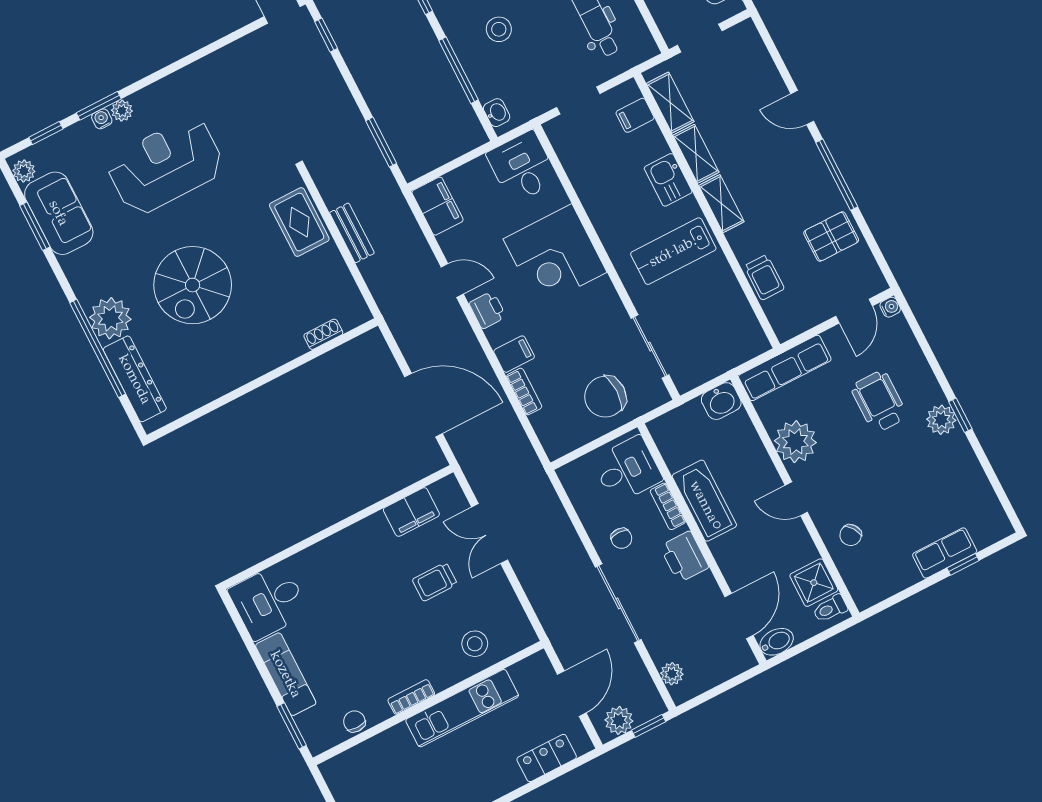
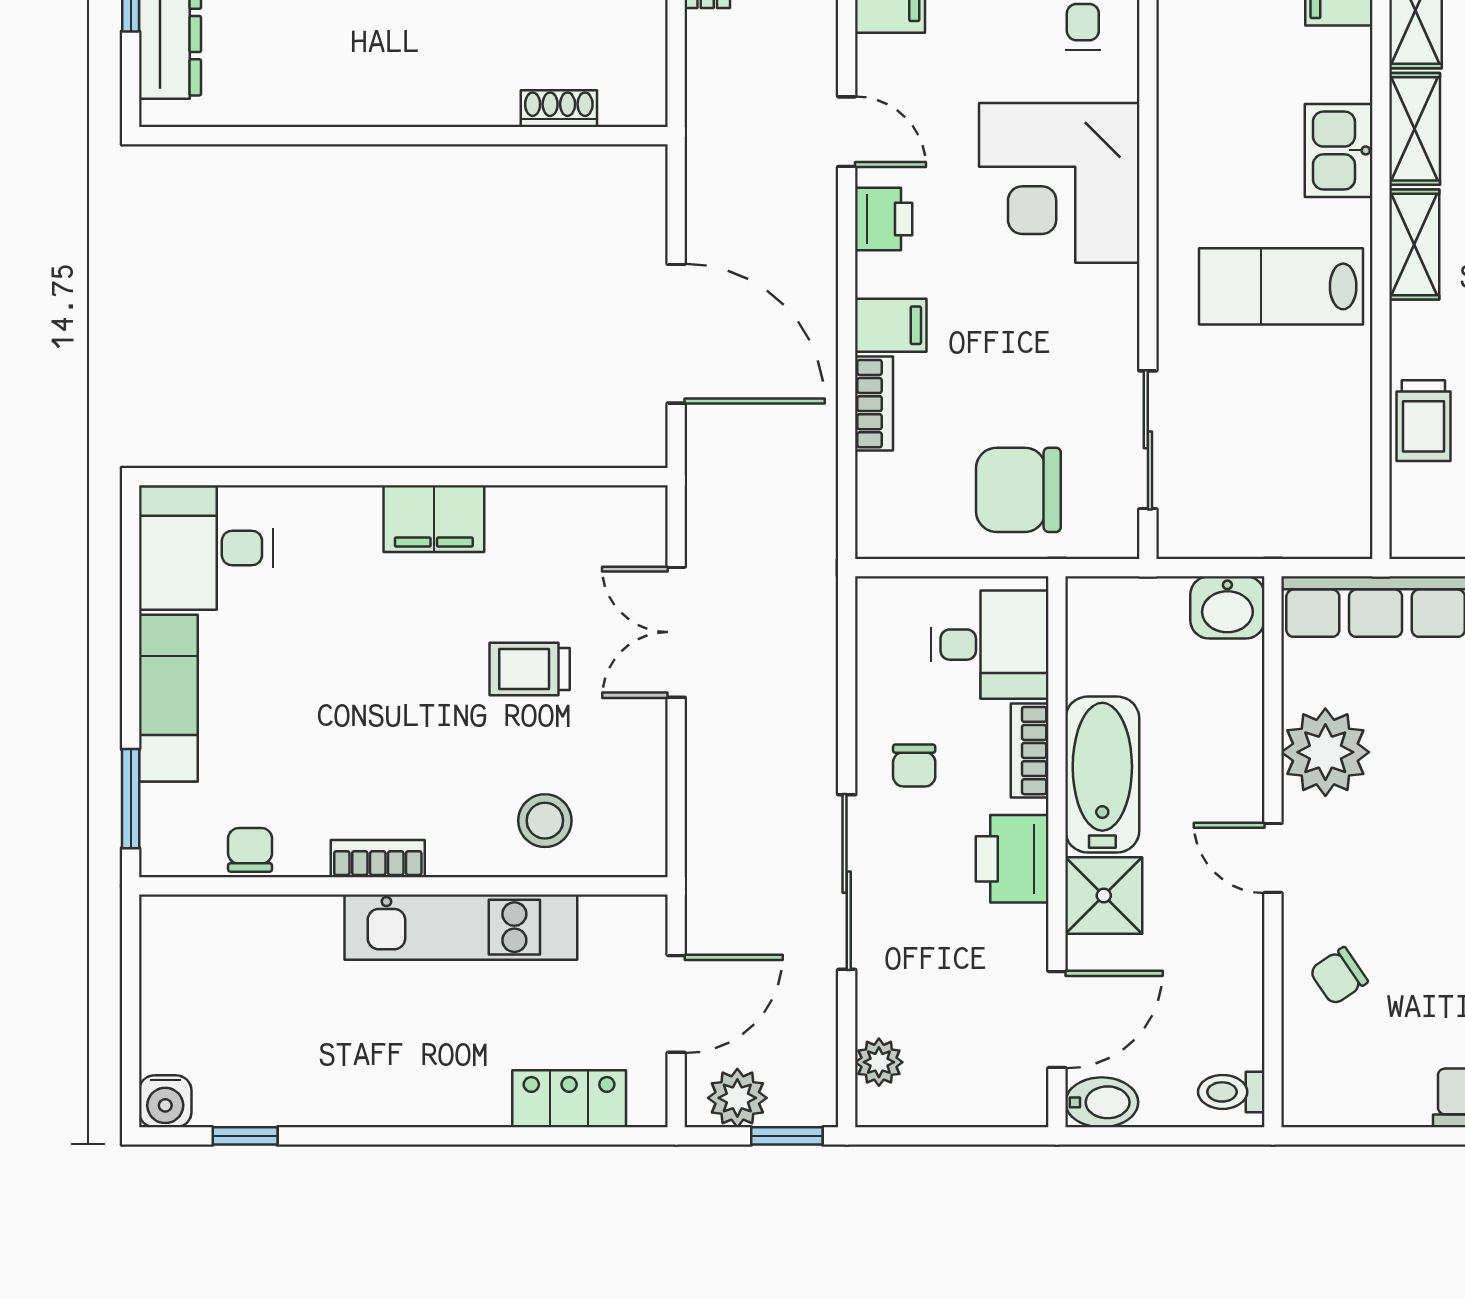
filing cabinet: (411, 512) -> (434, 519), moved
shower: (814, 583) -> (1104, 895), moved

